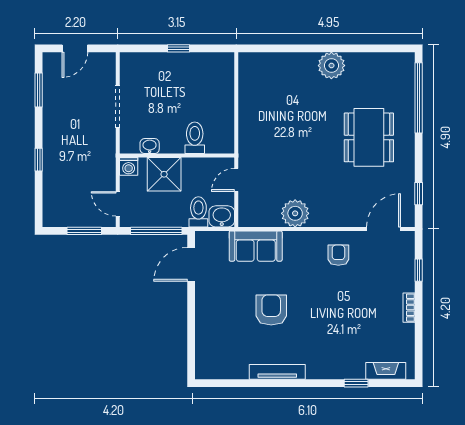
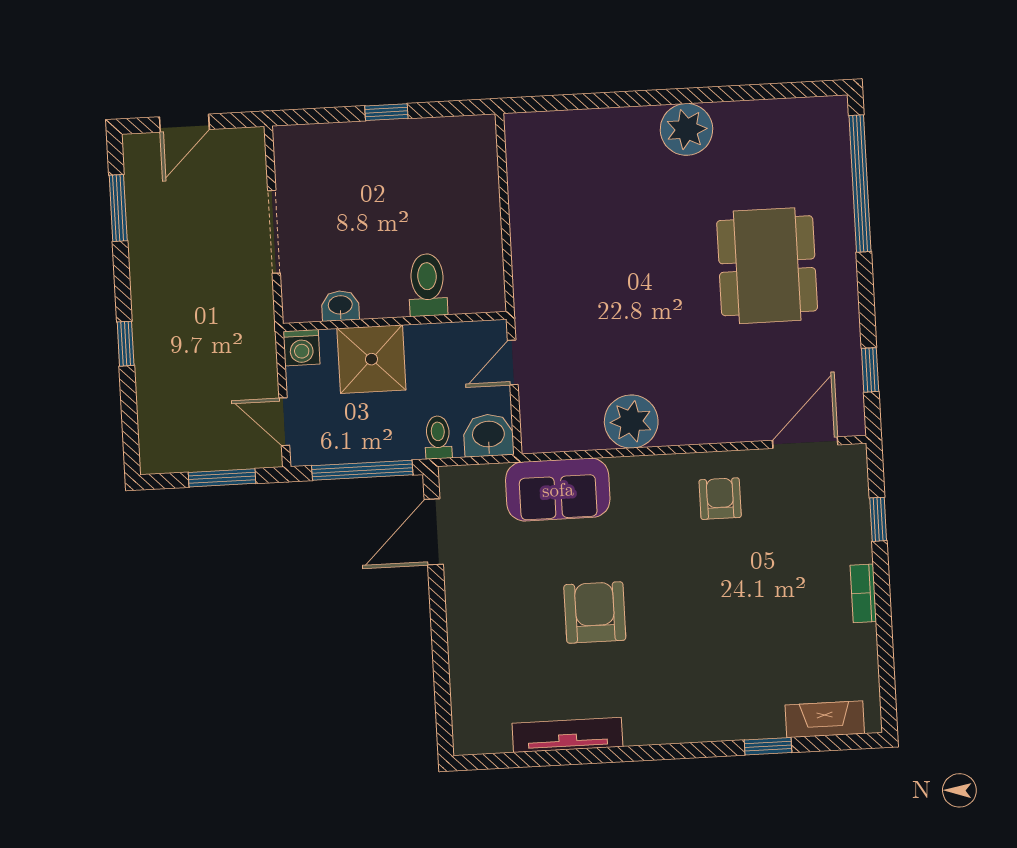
toilet: (198, 212) -> (438, 437), width x0.73, depth x0.72
tv unit: (277, 372) -> (567, 735), moved

